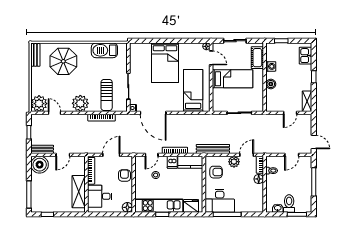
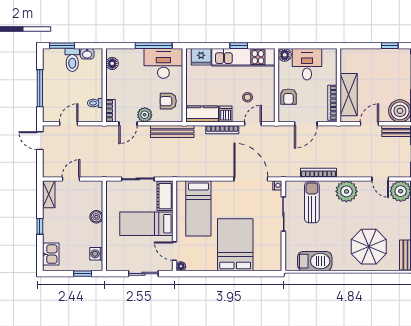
cot: (257, 58) -> (165, 196), moved
washing machine: (271, 66) -> (96, 254), moved
floor lamp: (259, 179) -> (112, 63), moved
shelving: (79, 192) -> (349, 95), moved
desk: (100, 196) -> (307, 64), moved, turned -90

